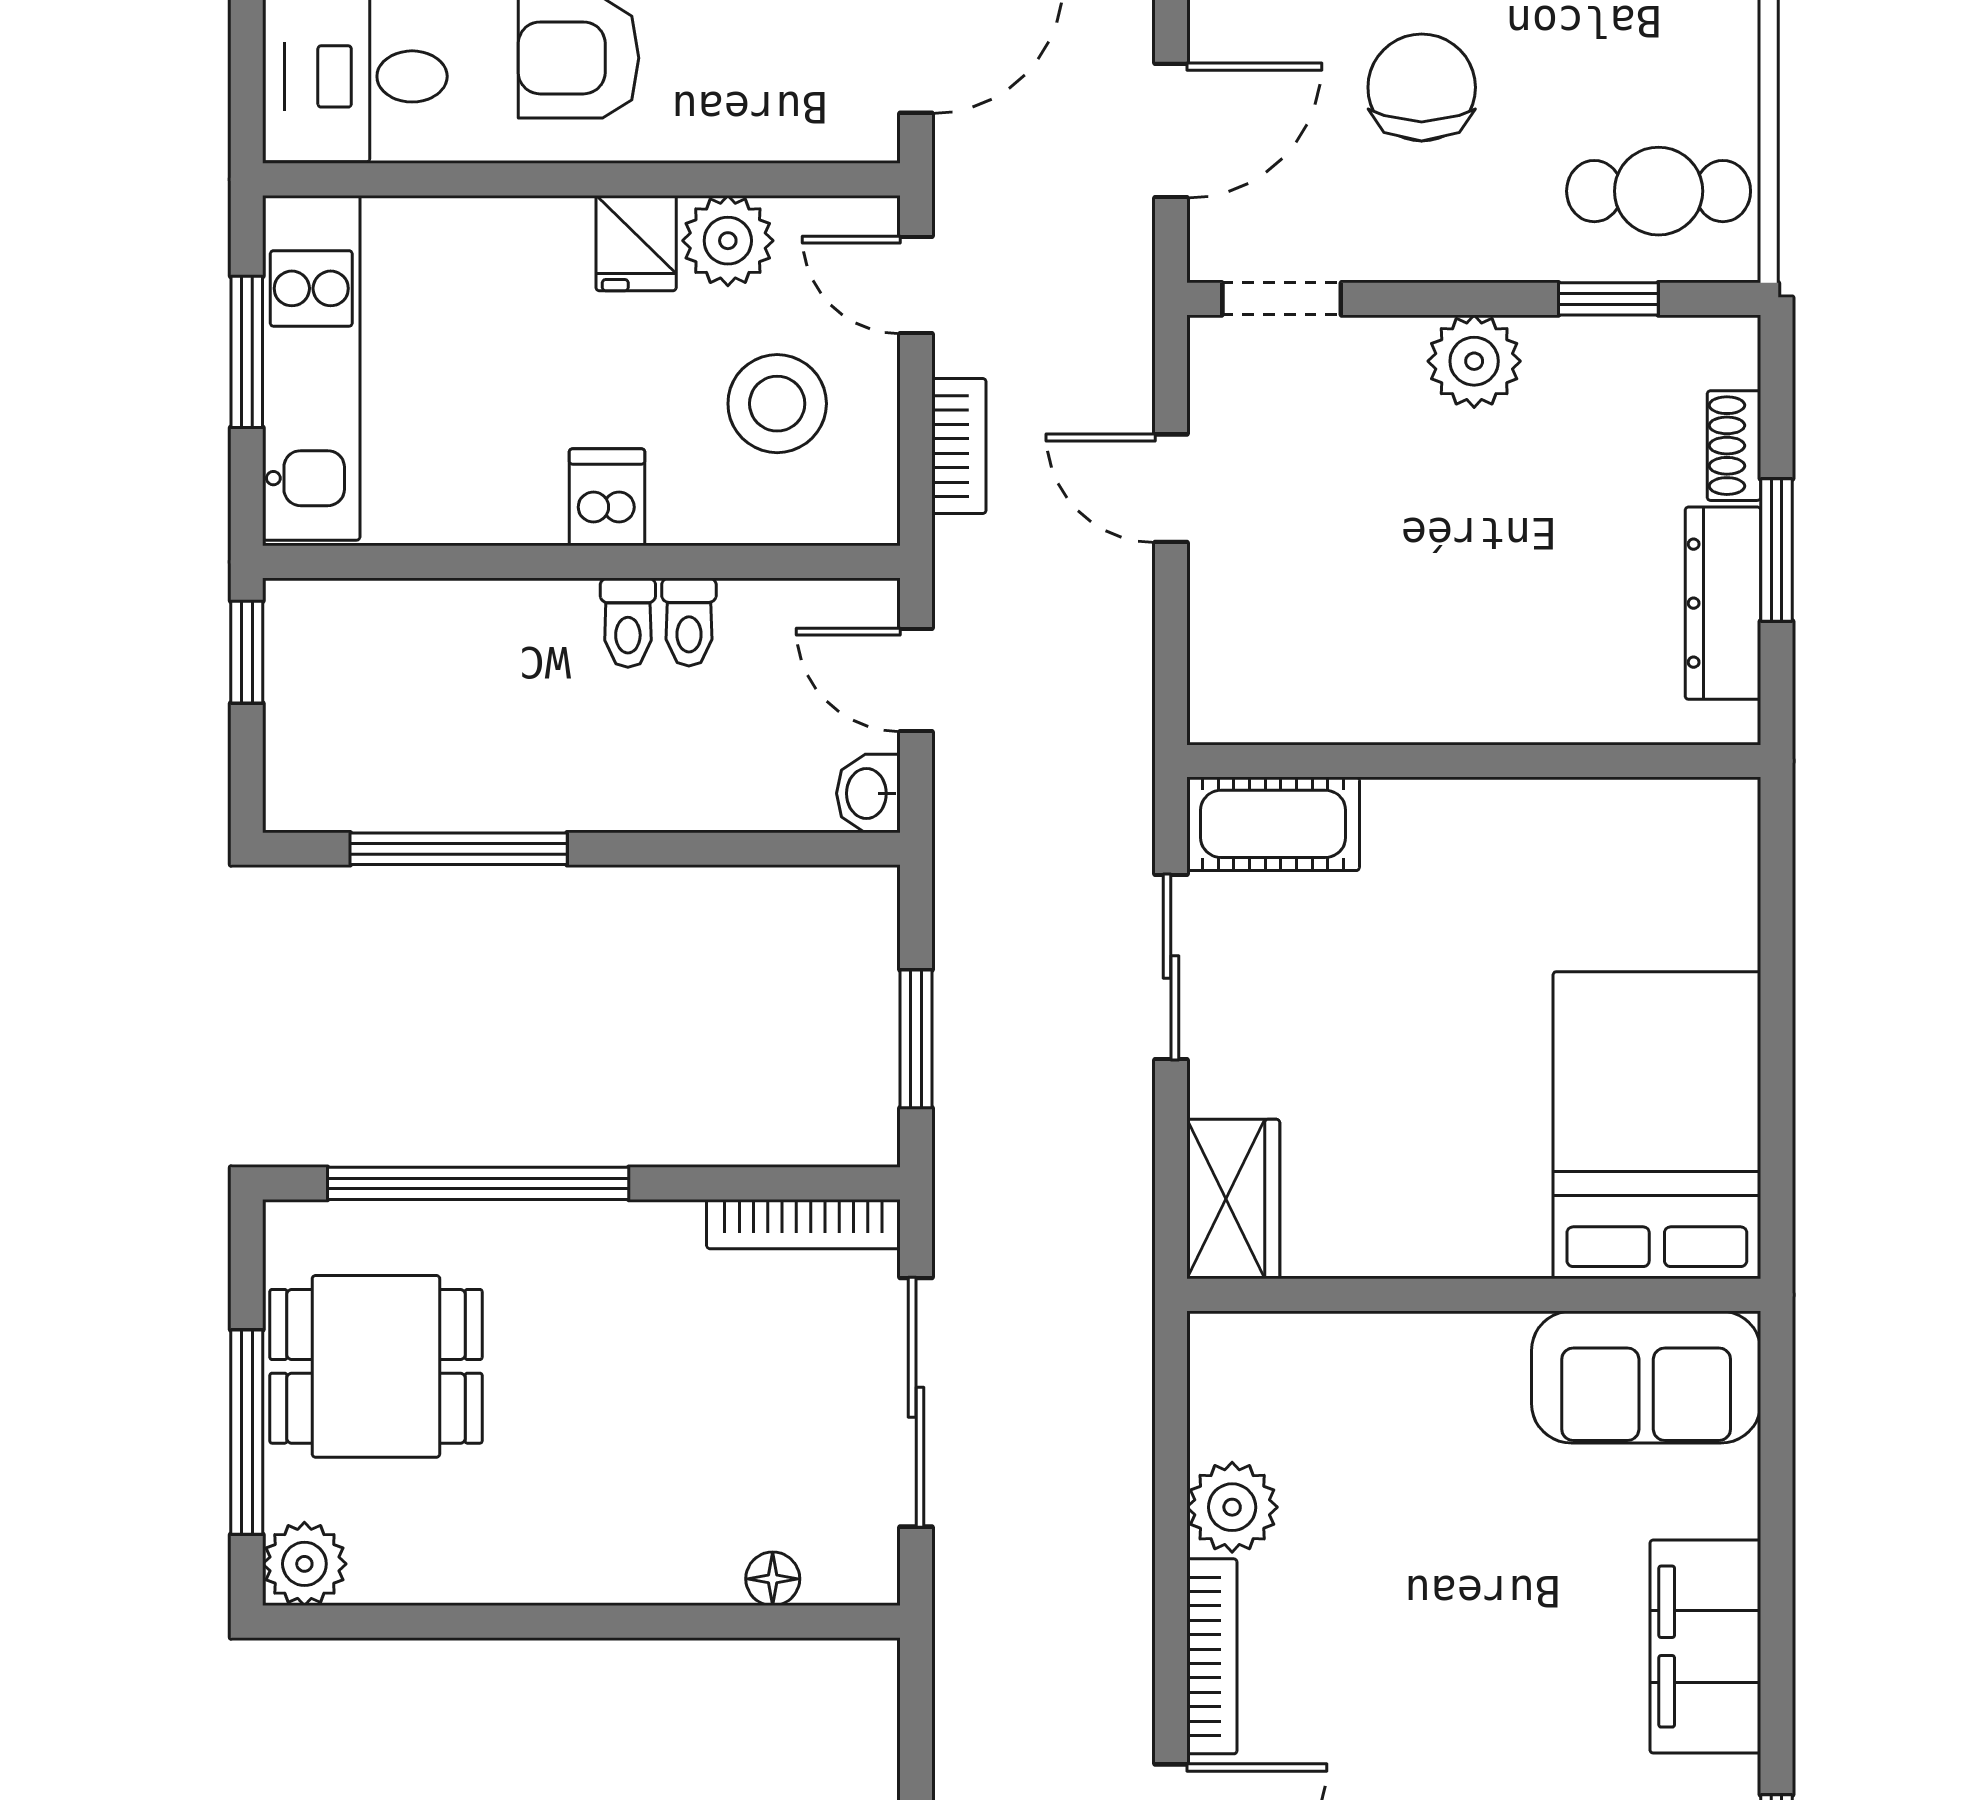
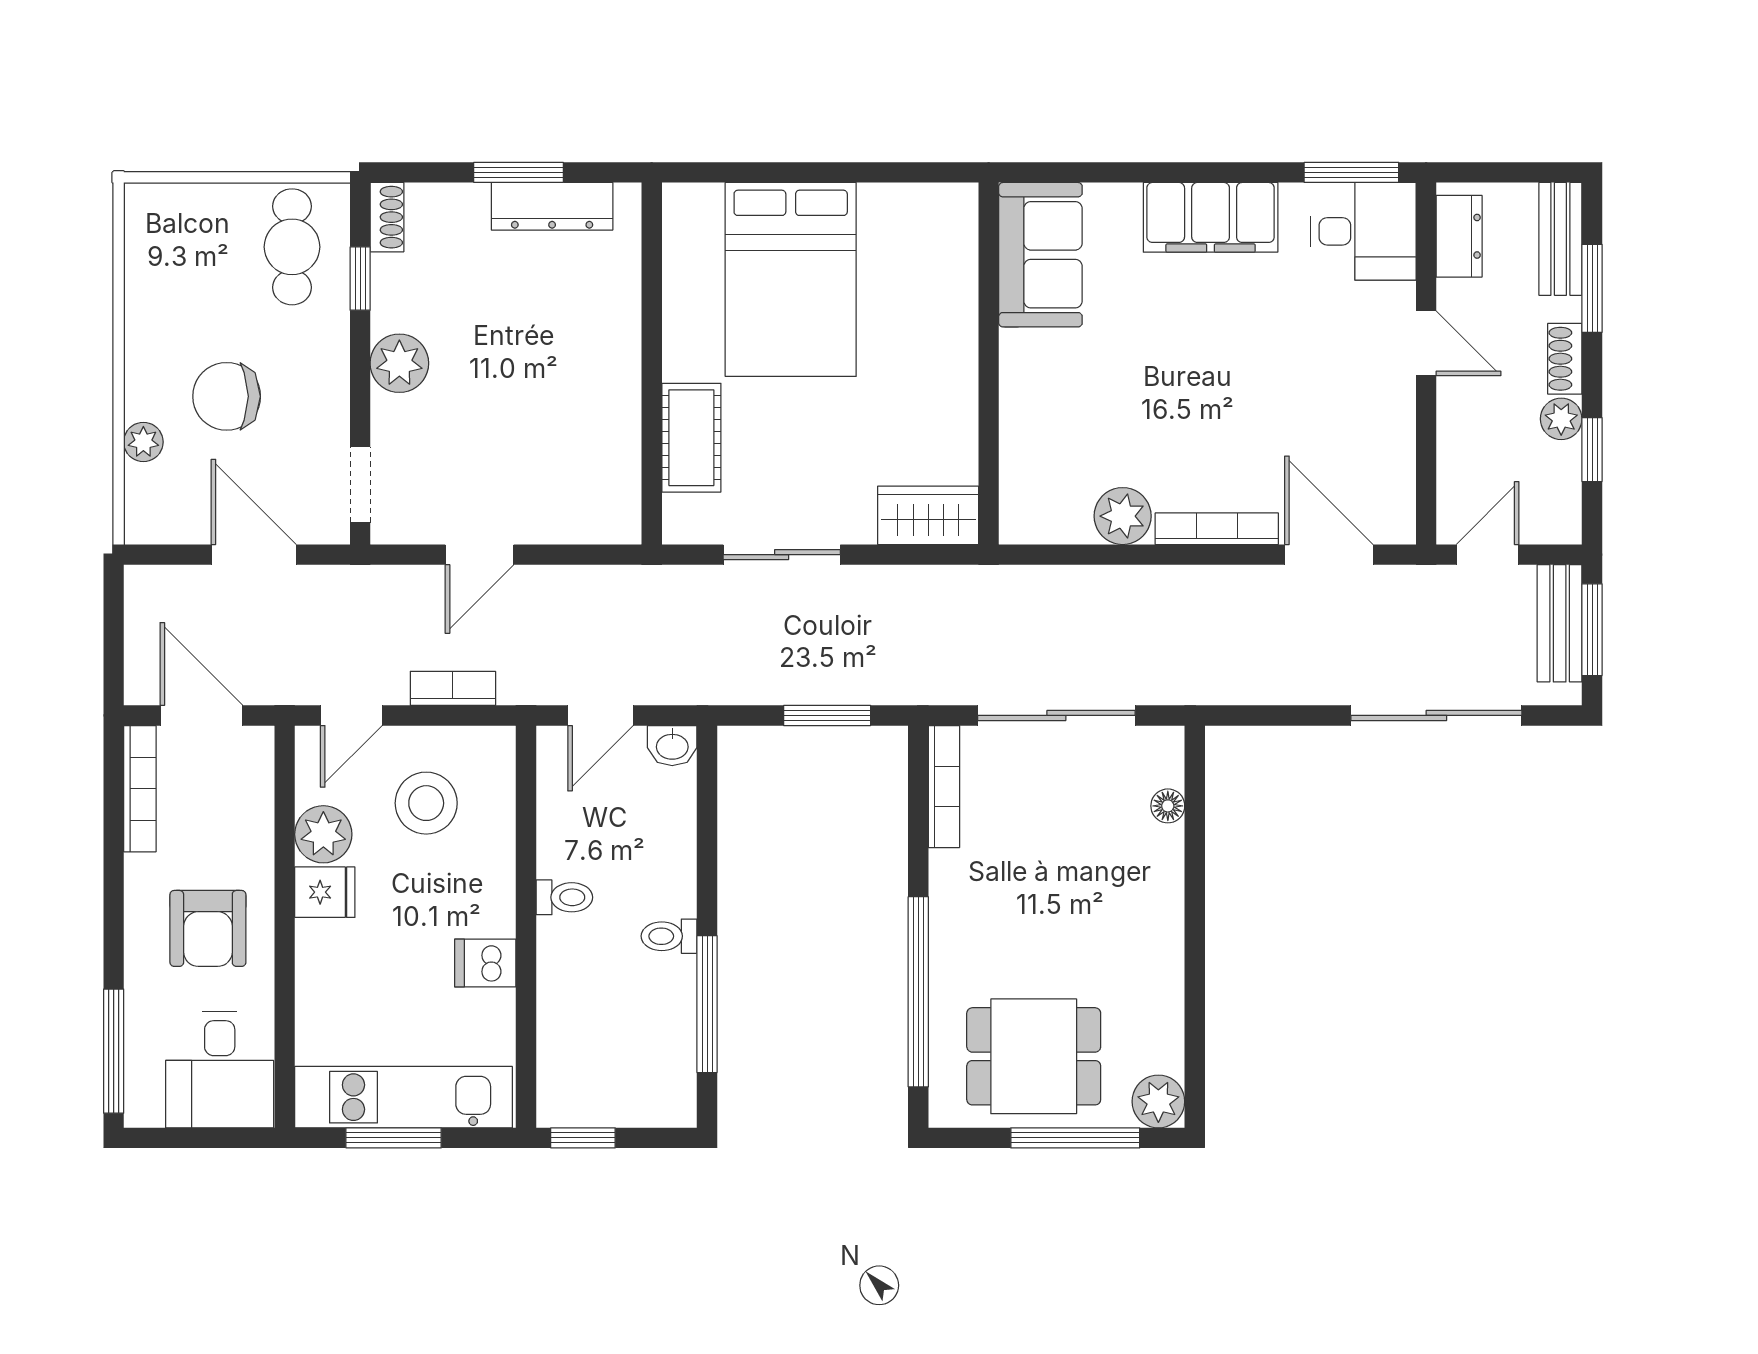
shoe rack: (1734, 446) -> (387, 217), moved, turned -90
dishwasher: (607, 497) -> (485, 963), moved
toilet: (689, 622) -> (669, 936), moved, turned 180
cot: (1273, 824) -> (691, 438), moved
bed: (1657, 1125) -> (791, 279), moved, turned -90
dining table: (376, 1366) -> (1034, 1056), turned 90

